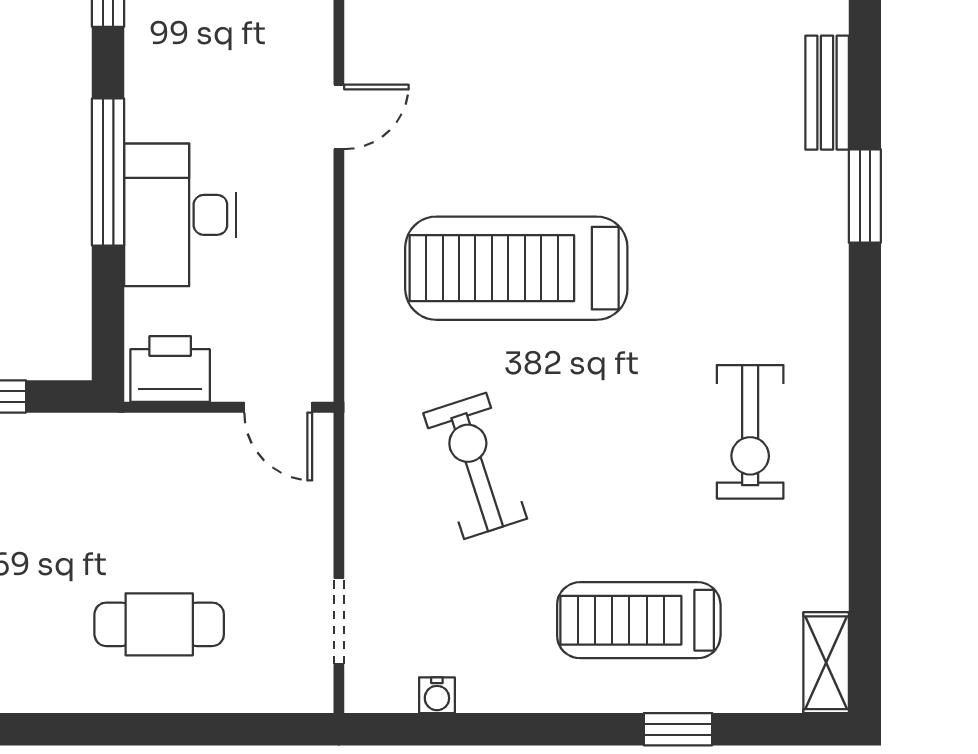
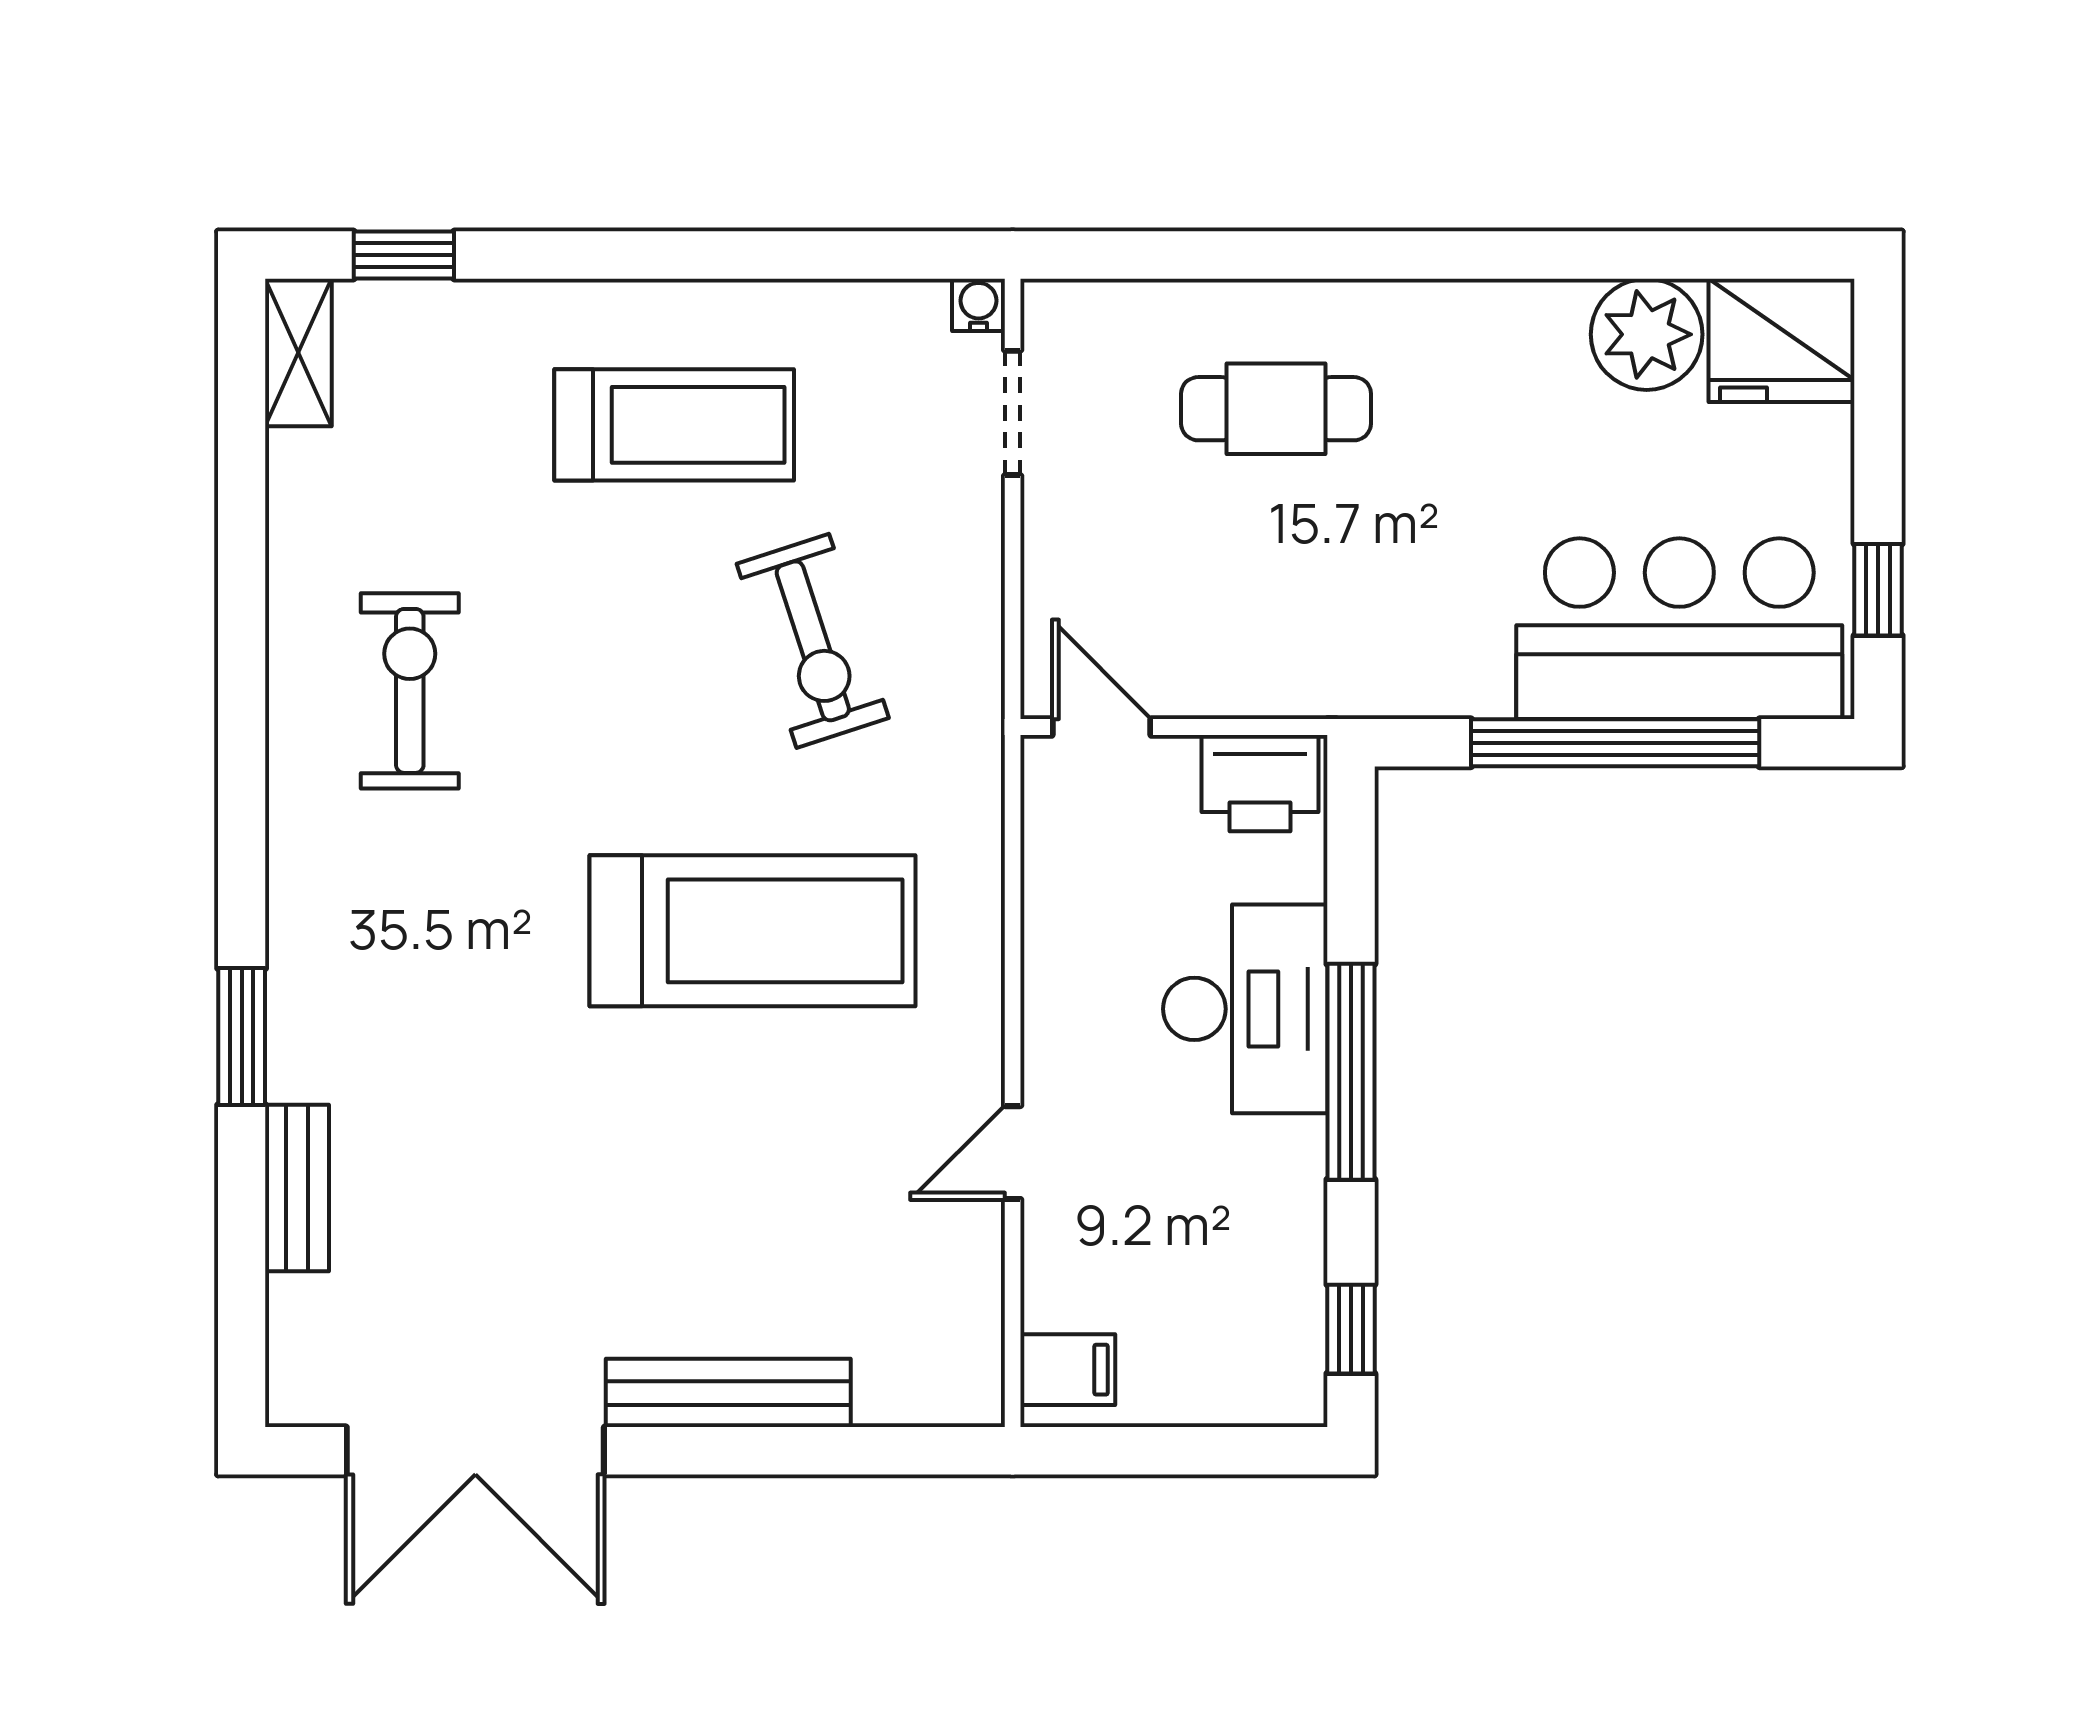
treadmill: (639, 620) -> (674, 425), moved
water cooler: (437, 695) -> (978, 305), moved
window: (678, 729) -> (404, 255), moved

